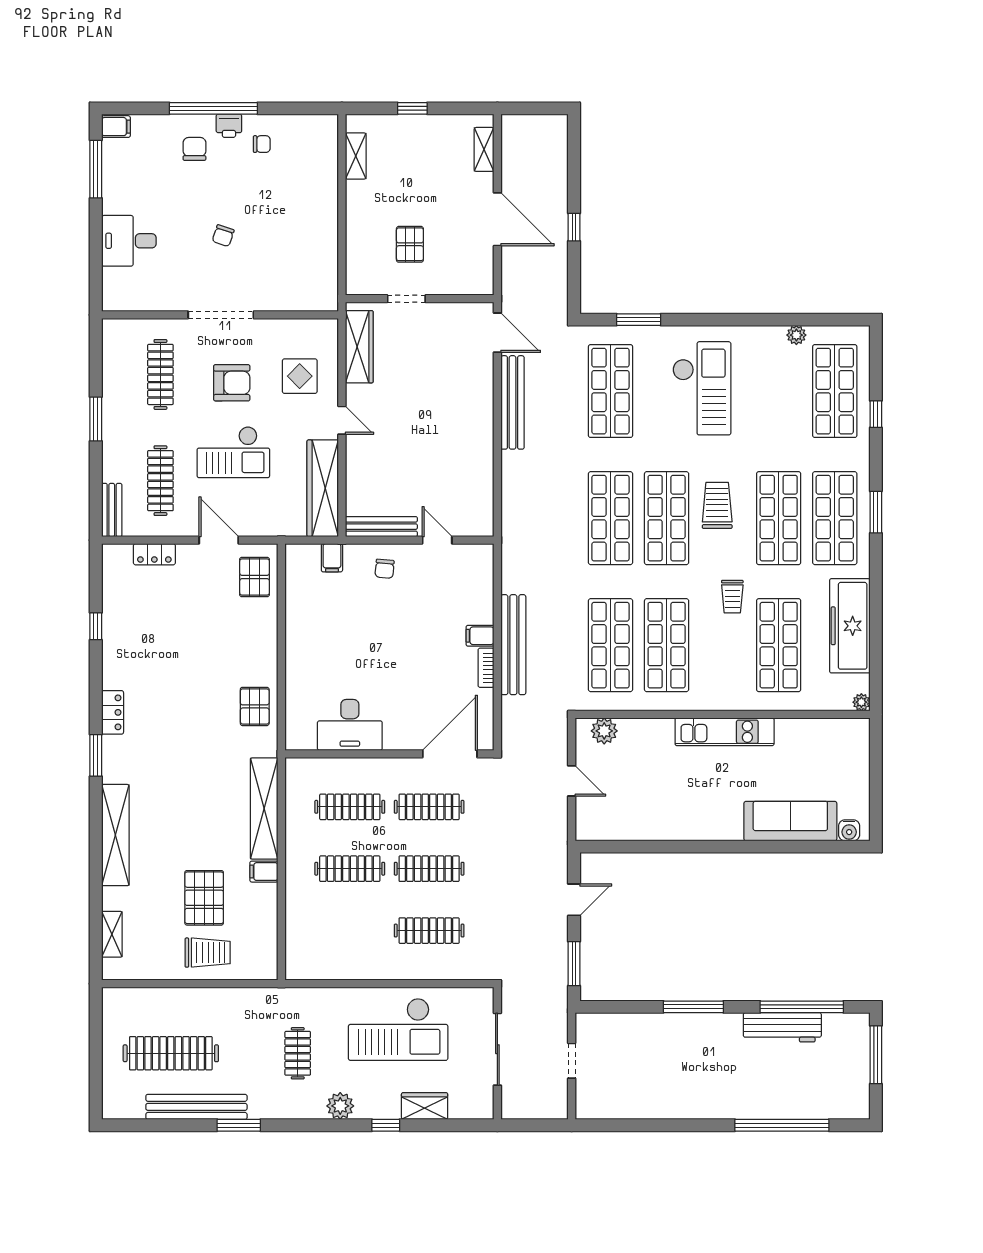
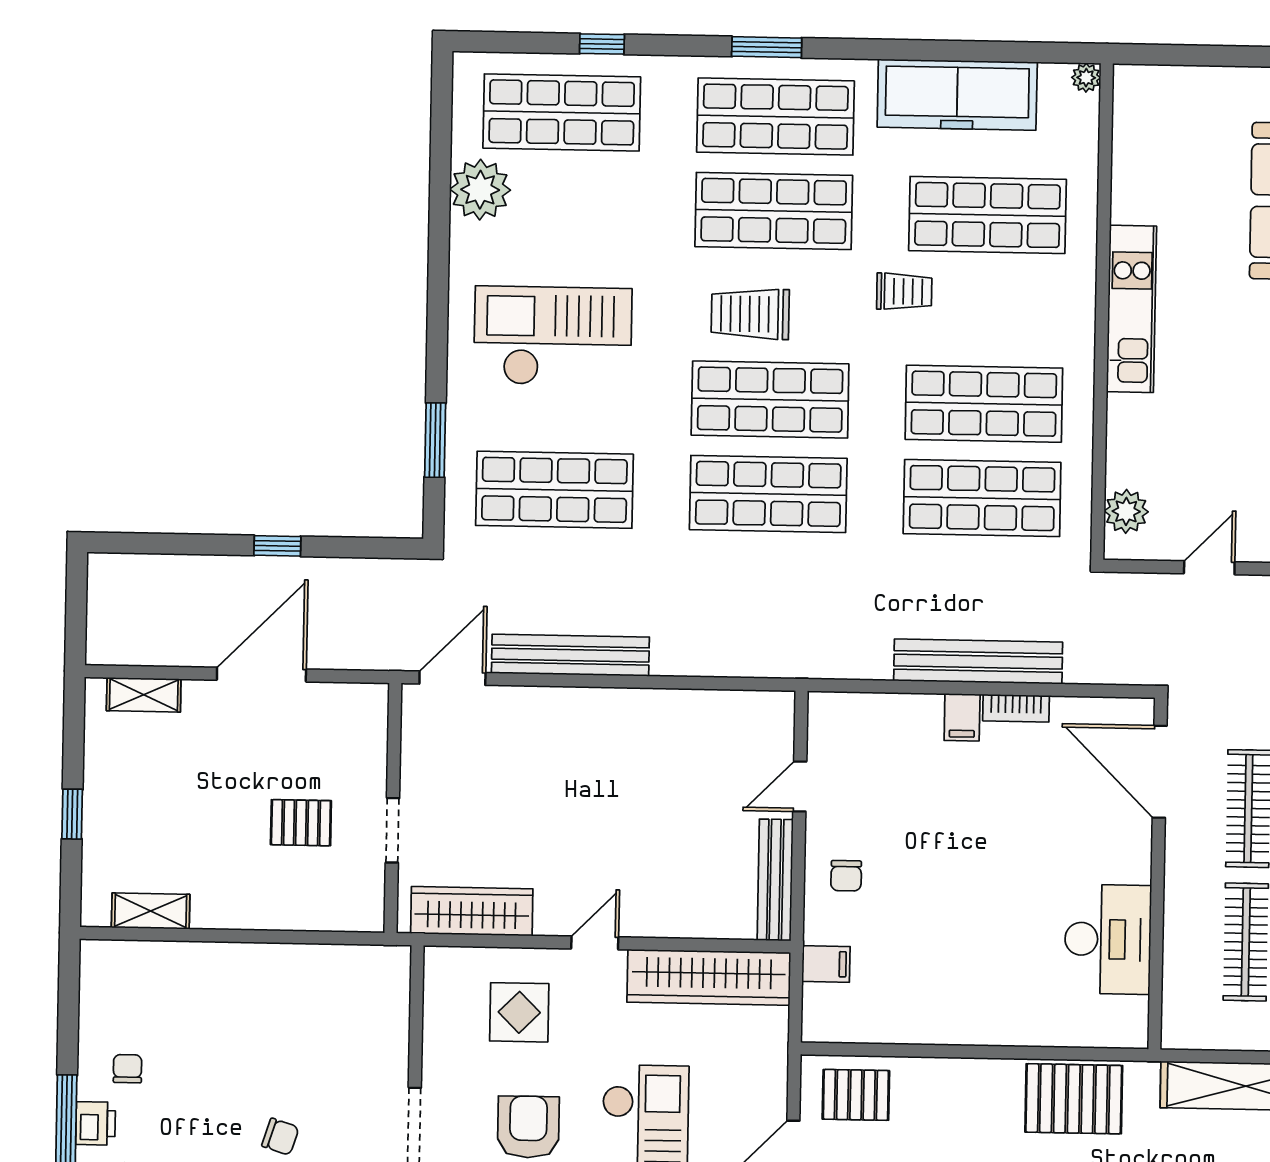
plant: (796, 335) -> (480, 190), width x1.88, depth x1.88
chair: (385, 569) -> (846, 876), turned 85
pallet: (255, 706) -> (1074, 1099), width x1.50, depth x1.42

